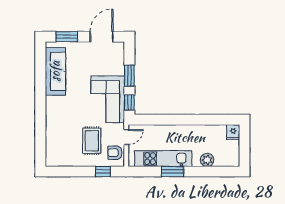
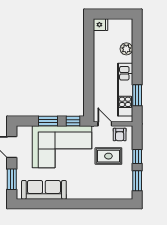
corner sofa: (108, 99) -> (62, 147), width x1.36, depth x1.36
window: (65, 172) -> (137, 181), added
window: (103, 172) -> (137, 157), moved
window: (172, 172) -> (137, 95), moved

